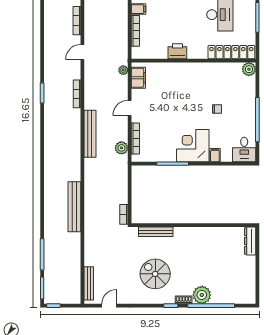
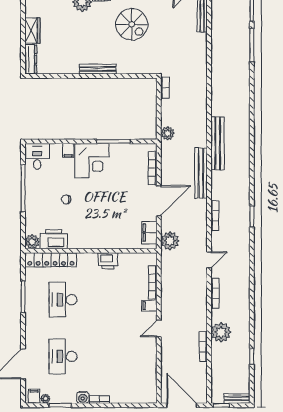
plant: (123, 70) -> (170, 241), width x1.88, depth x1.88
printer: (229, 72) -> (54, 239), added
door: (130, 108) -> (159, 201), width x1.87
plant: (121, 148) -> (168, 133), moved
bench: (74, 207) -> (218, 143), moved
bench: (156, 232) -> (98, 69), moved
wardrobe: (249, 268) -> (32, 30), added

